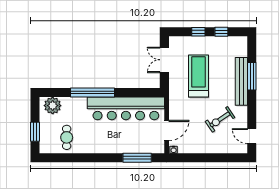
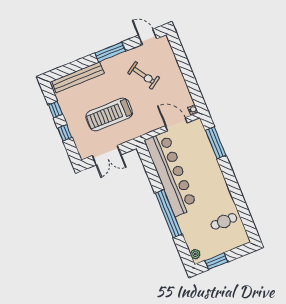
window: (252, 76) -> (110, 52), moved
bench: (241, 81) -> (78, 77), moved
plant: (53, 106) -> (195, 254), width x0.53, depth x0.53
window: (35, 132) -> (216, 261), moved
door: (252, 136) -> (147, 37), swing flipped

